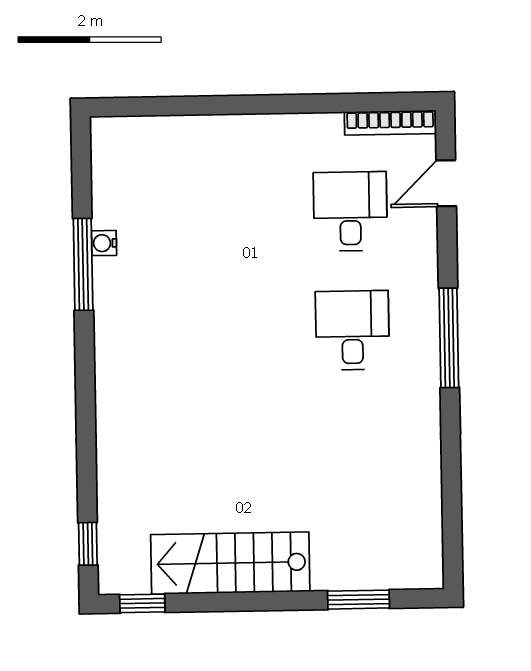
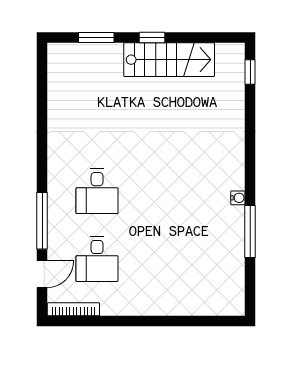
water cooler: (104, 243) -> (238, 198), moved
window: (449, 338) -> (42, 221), moved
window: (142, 603) -> (152, 38), moved

